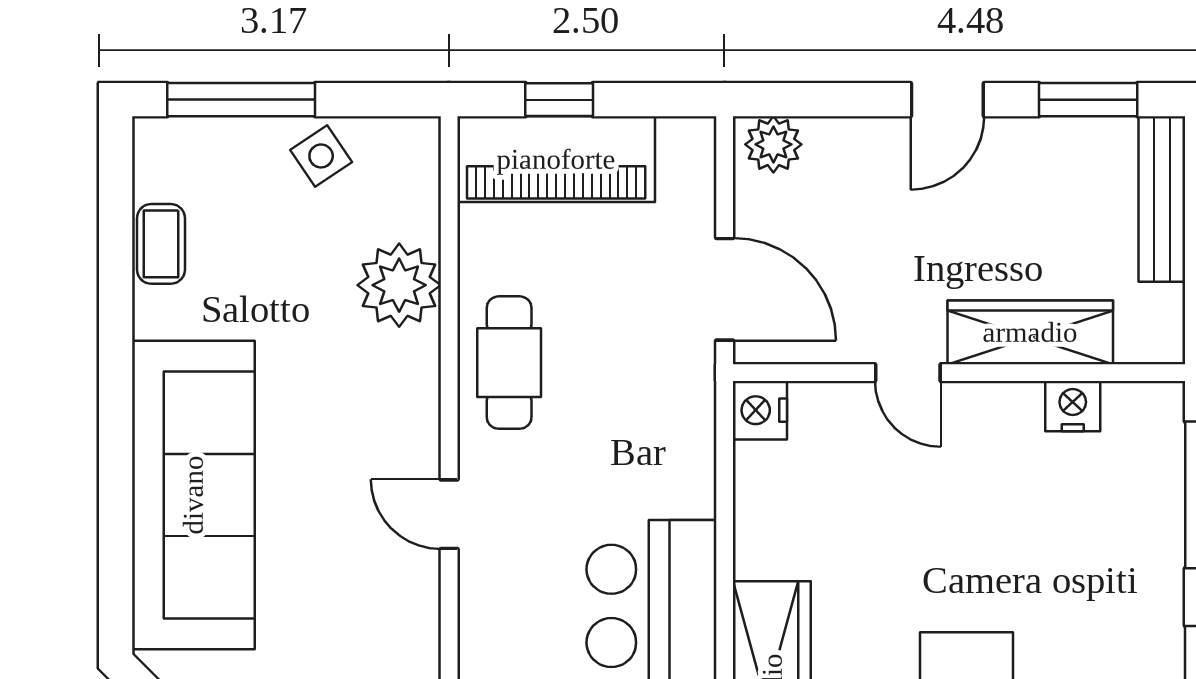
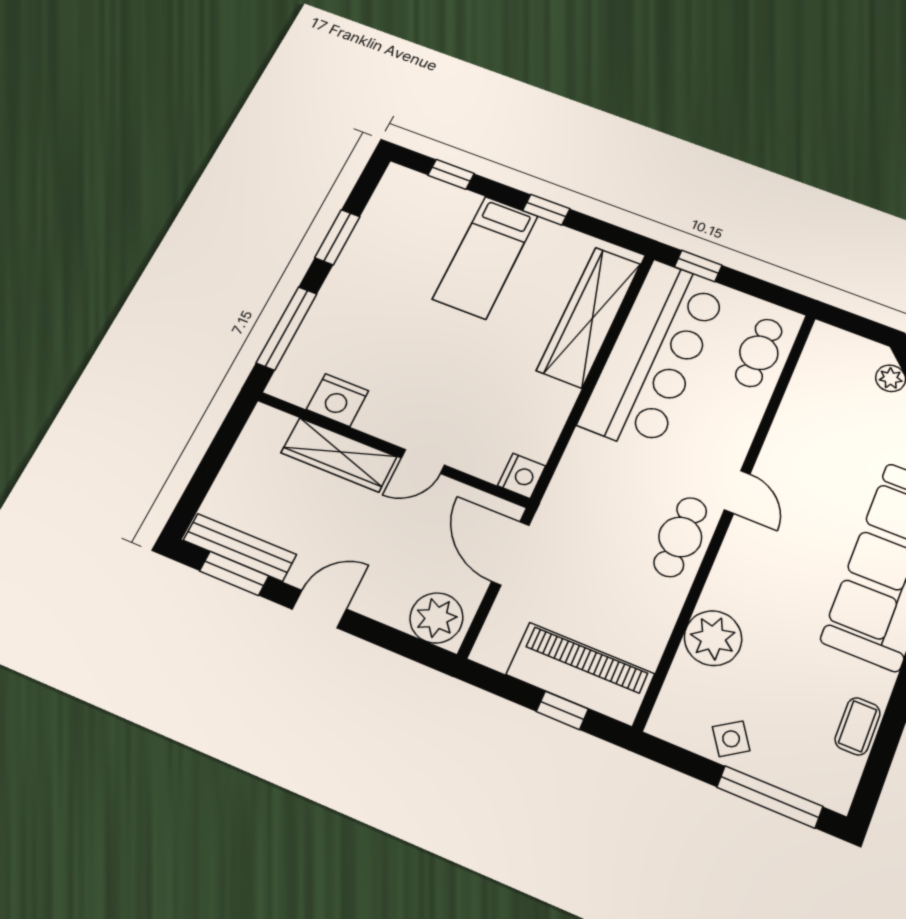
plant: (773, 144) -> (436, 618), width x1.36, depth x1.36
bench: (1162, 199) -> (240, 547), moved, turned 90
cafe table: (509, 363) -> (680, 537), moved
door: (908, 373) -> (423, 462), swing flipped
nightstand: (1073, 406) -> (338, 400), width x1.36, depth x1.33

